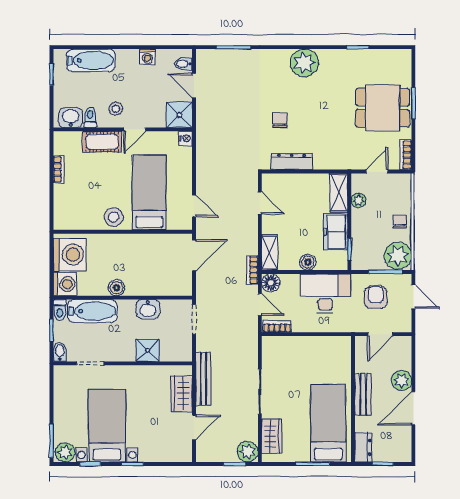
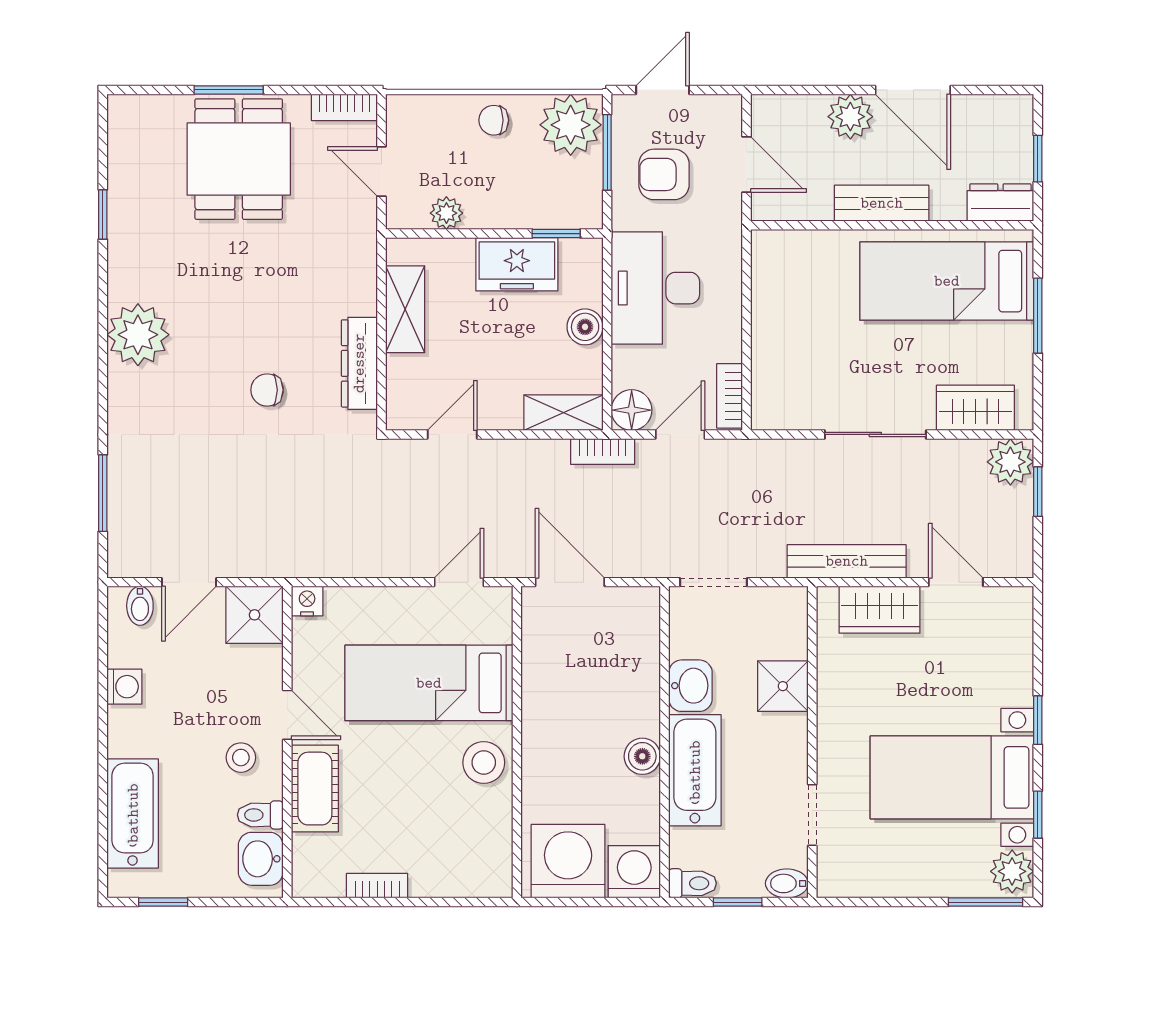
shelving: (339, 193) -> (405, 309), moved, turned 90
bathtub: (93, 311) -> (695, 770), moved

